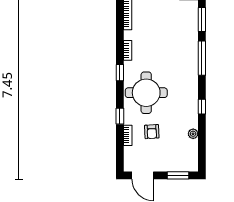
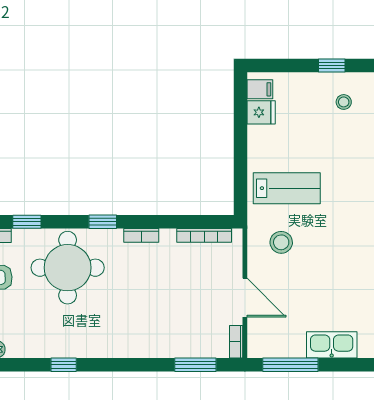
window: (202, 58) -> (128, 365), removed
window: (202, 107) -> (64, 365), moved

